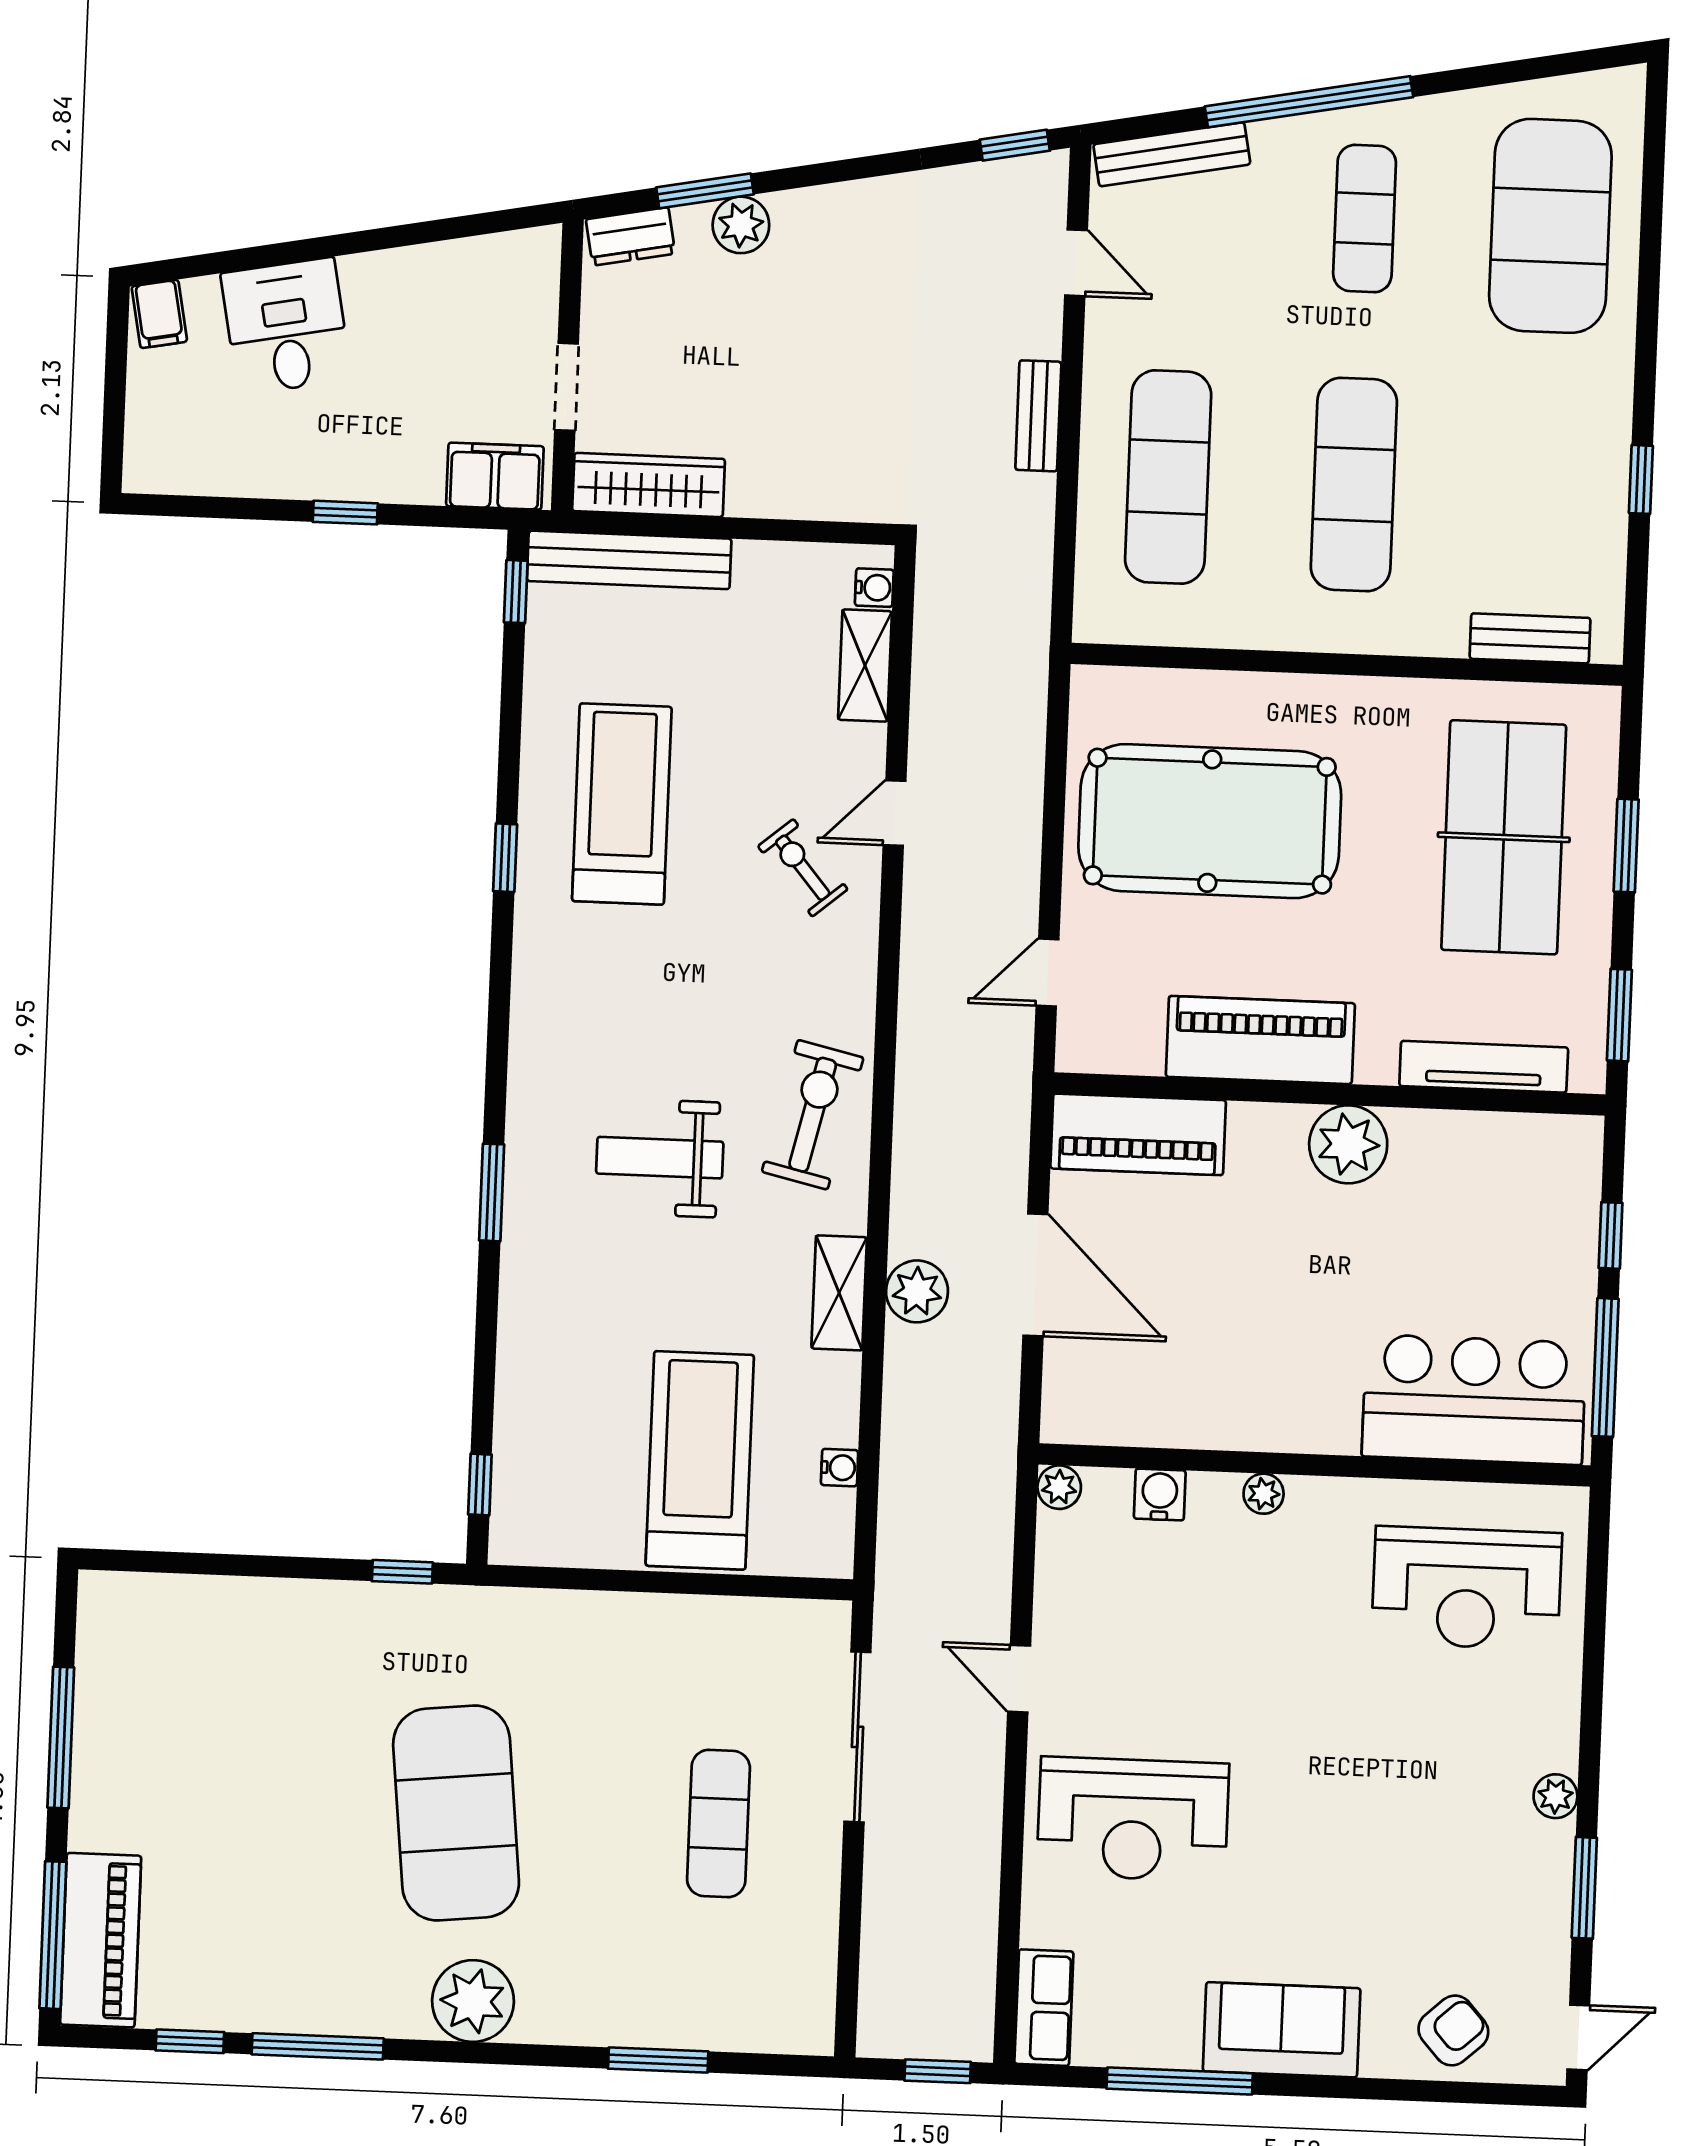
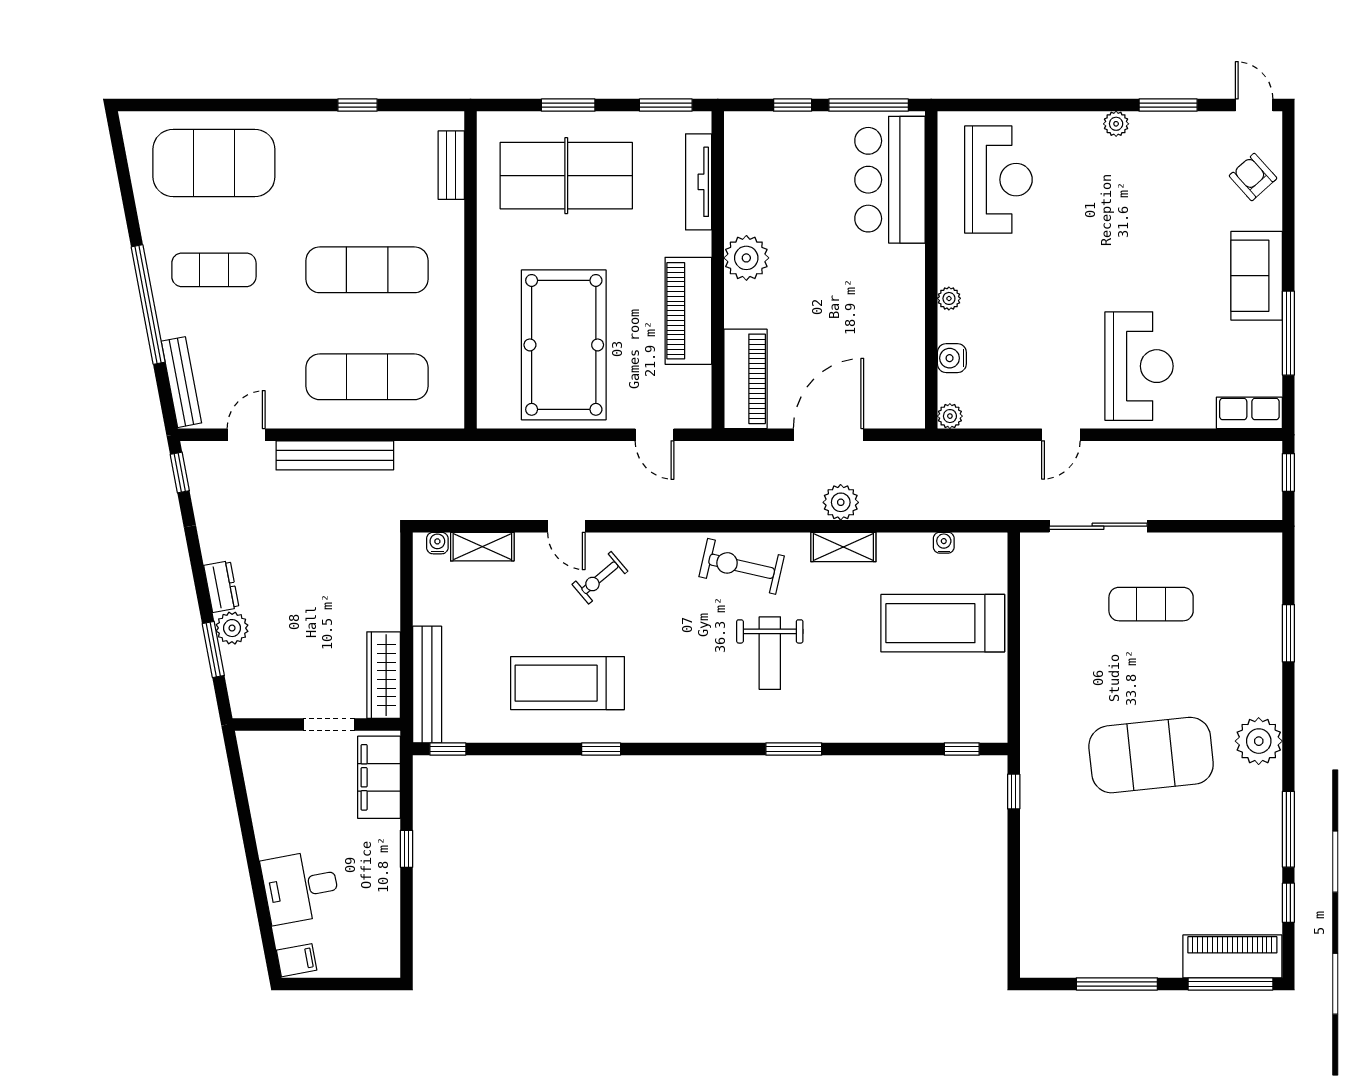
dresser: (630, 236) -> (221, 587), moved
bench: (1038, 416) -> (335, 455), width x1.86, depth x1.21
filing cabinet: (495, 476) -> (379, 777), width x1.50, depth x1.17

